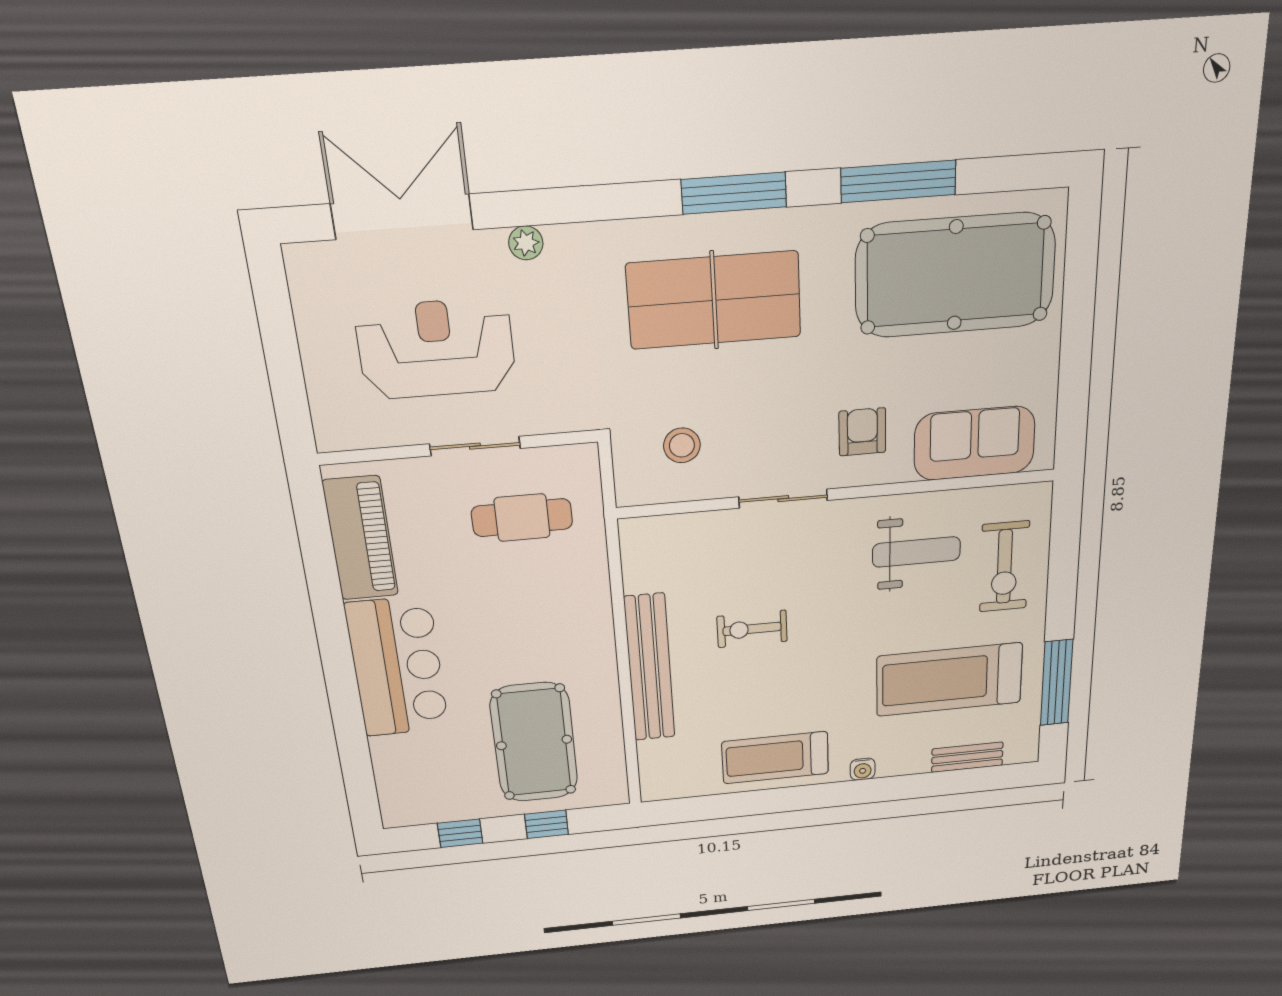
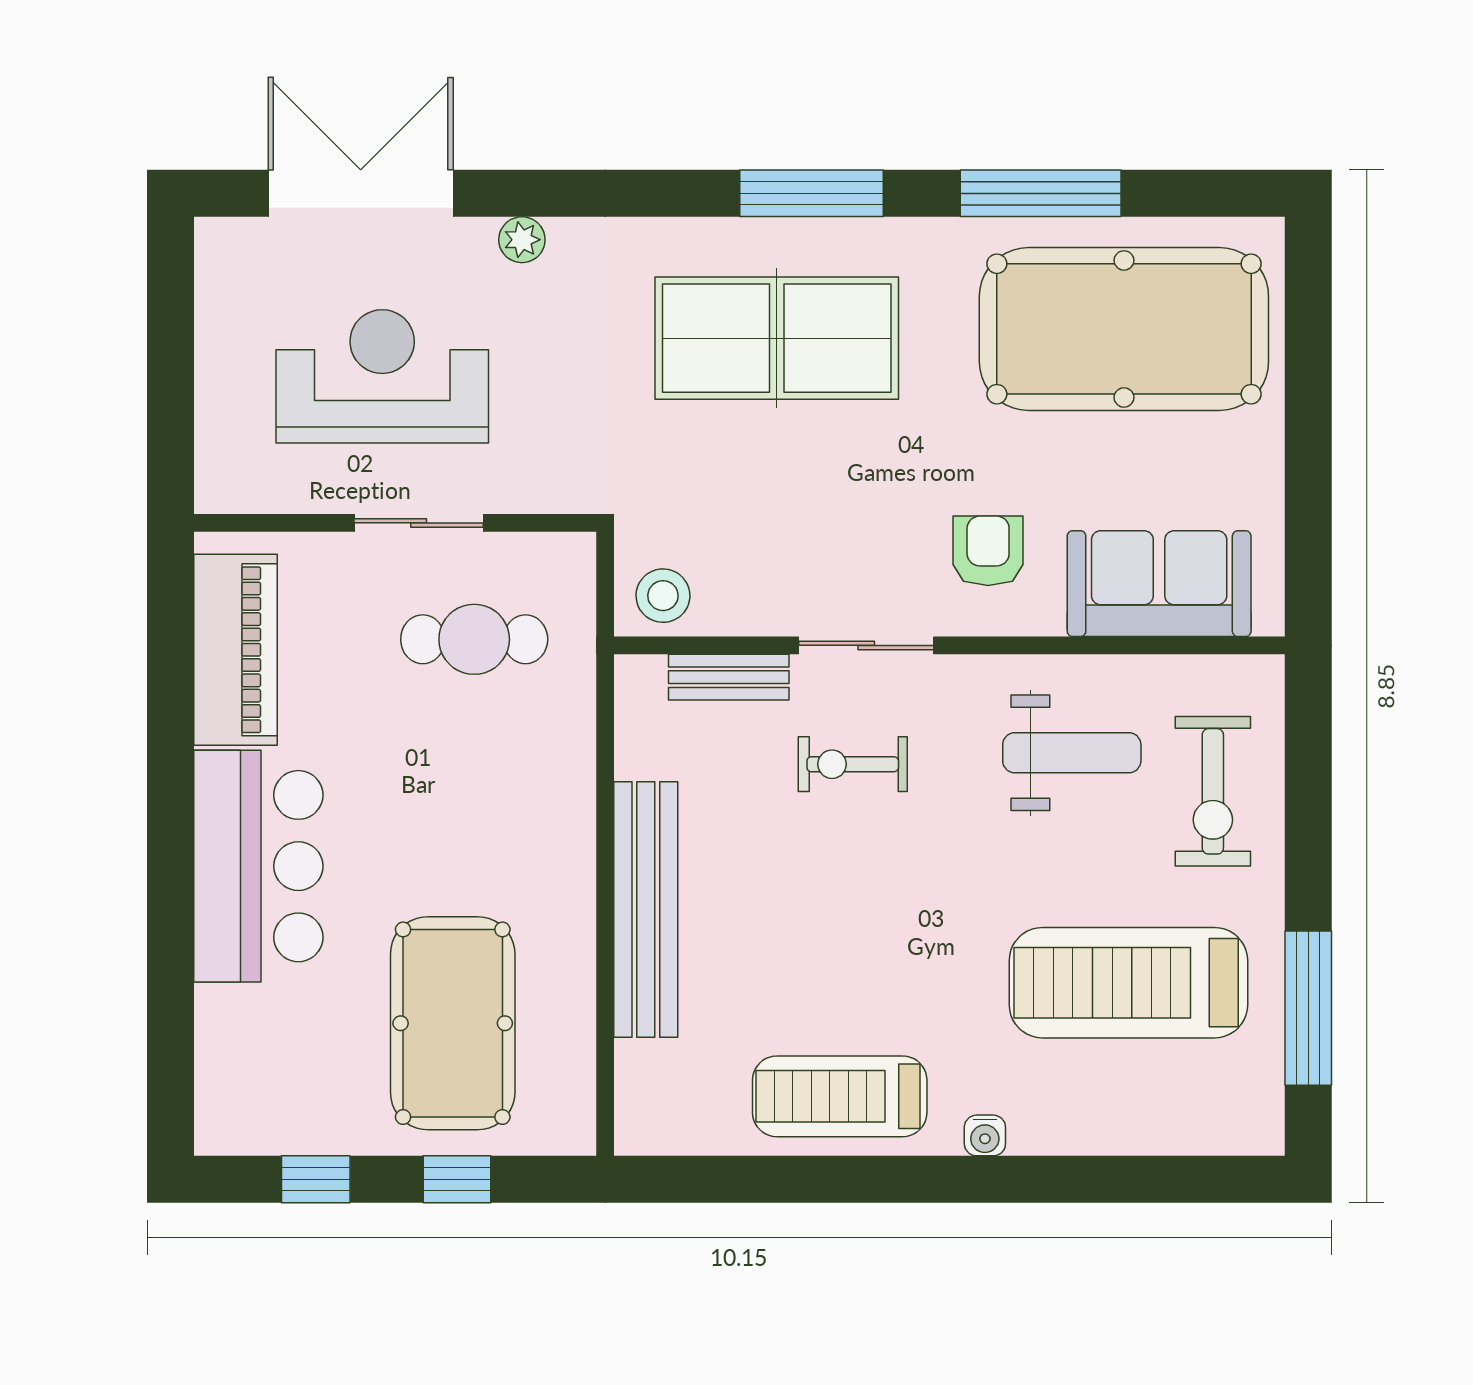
stool: (682, 445) -> (663, 596), moved
exercise bike: (752, 629) -> (853, 764), moved
bench: (967, 757) -> (729, 677), moved

